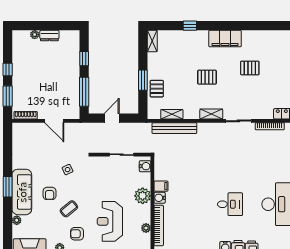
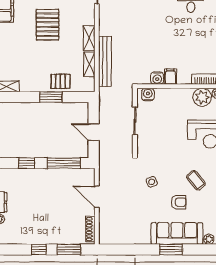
pallet: (207, 77) -> (48, 25), width x1.50, depth x1.42
shelving: (211, 114) -> (89, 38), moved
door: (54, 121) -> (97, 197), swing flipped
plant: (143, 196) -> (202, 97), moved
water cooler: (160, 198) -> (157, 78), moved

